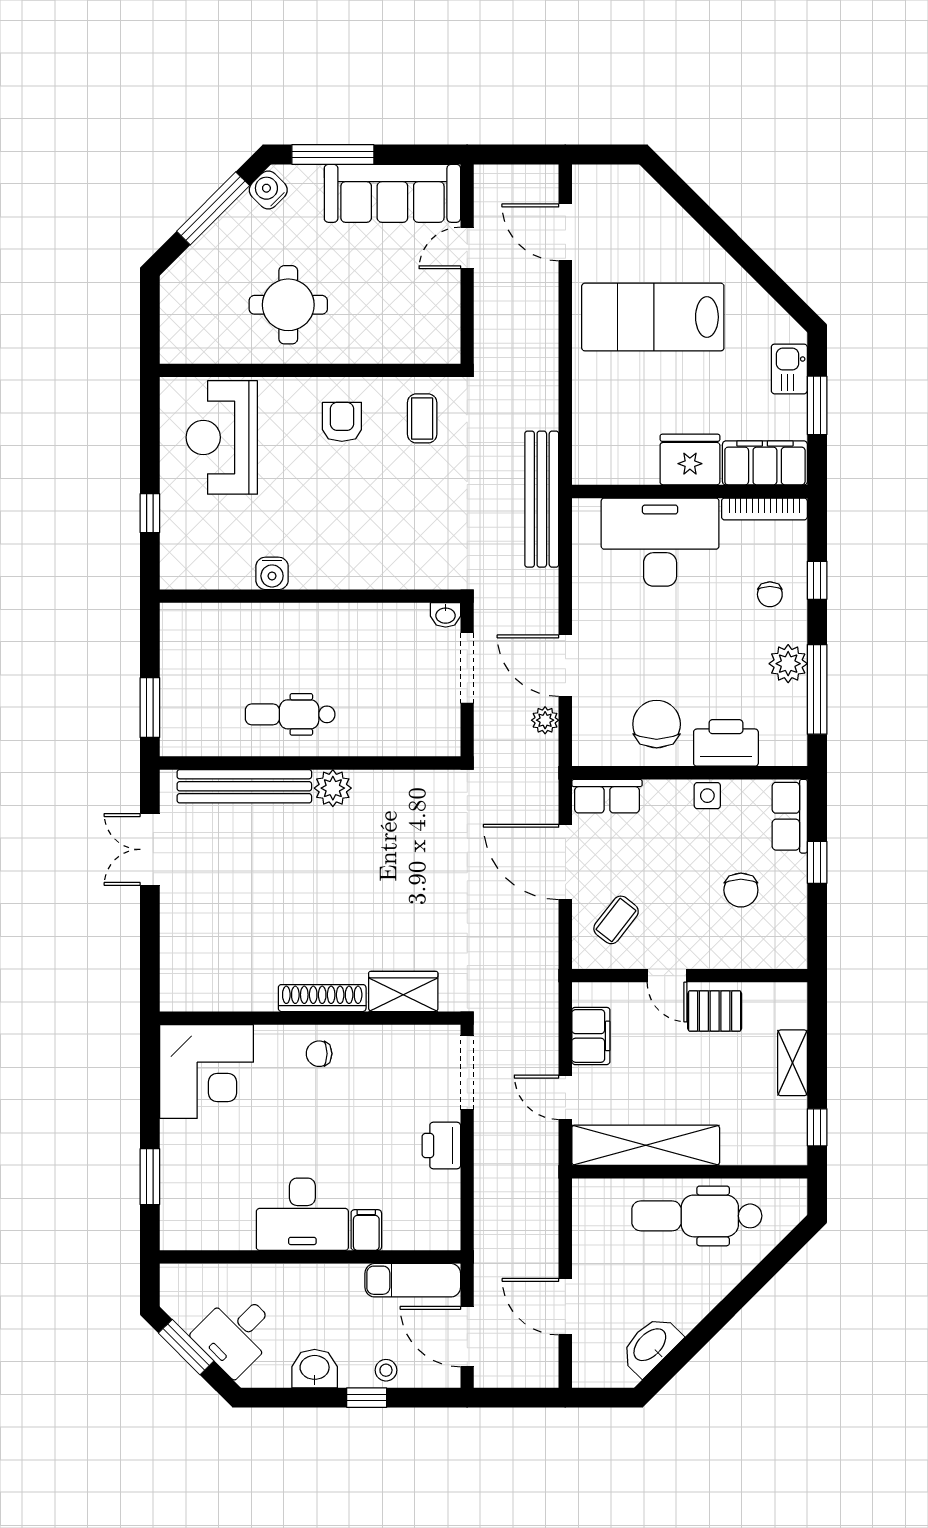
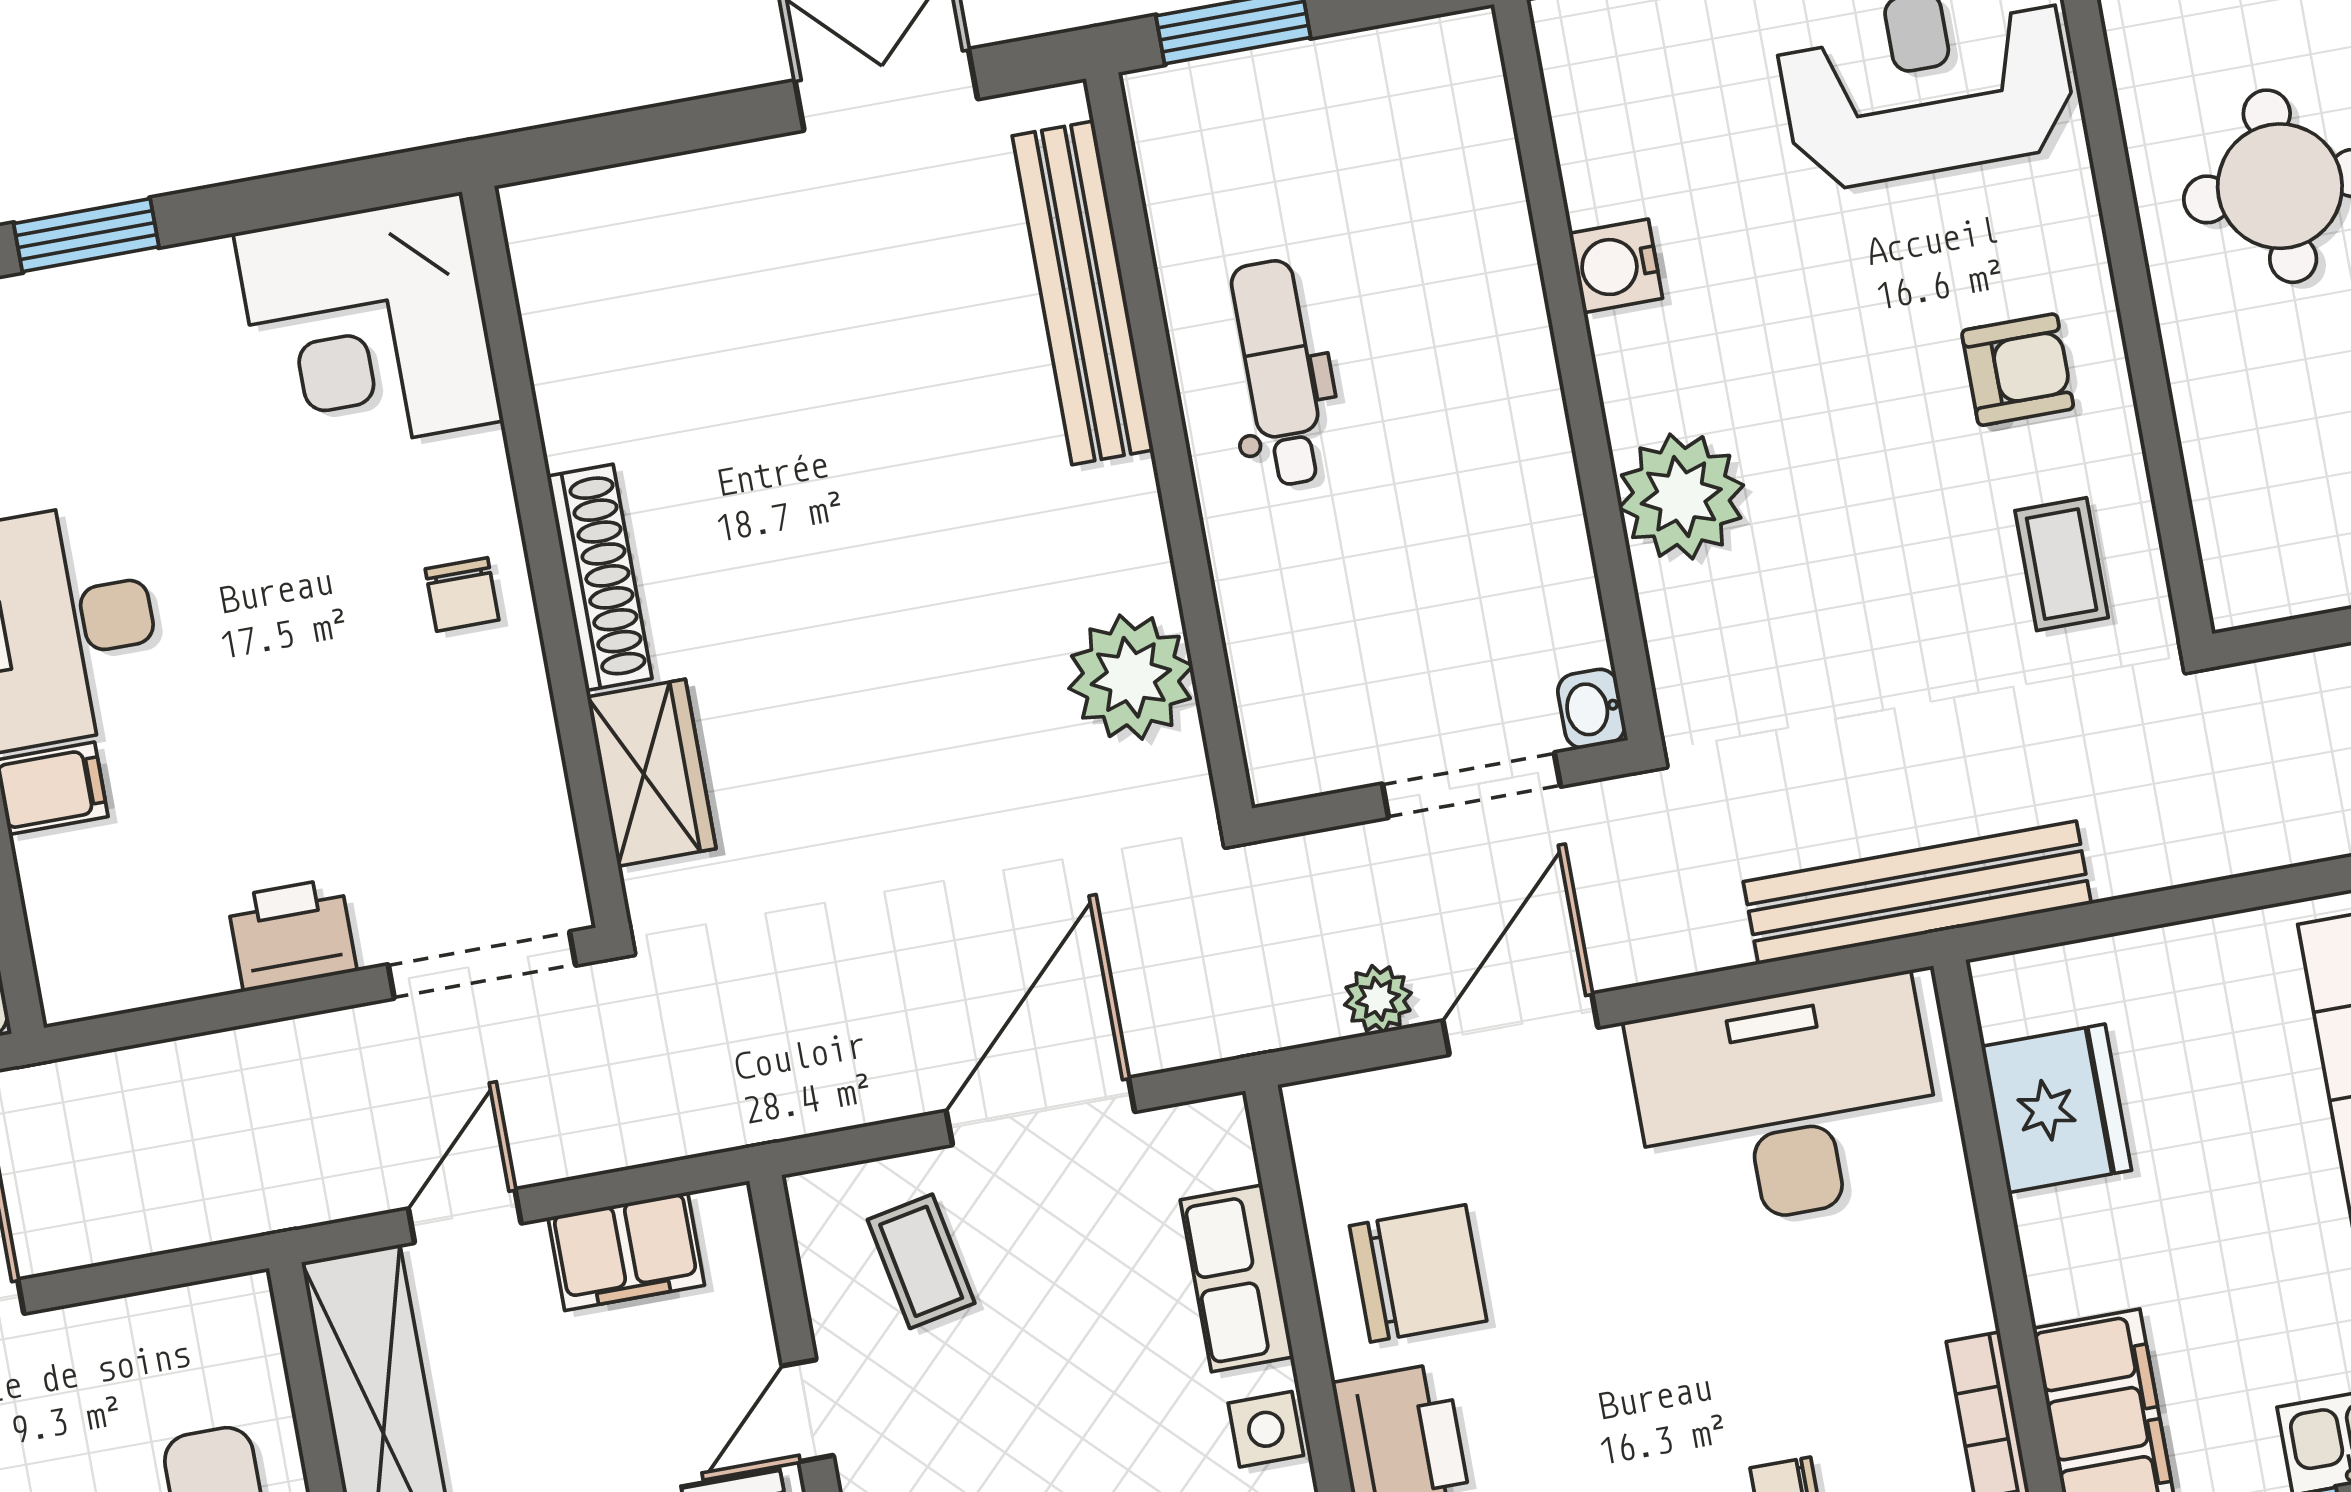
coffee table: (422, 418) -> (2062, 564), turned 90
fridge: (690, 460) -> (2056, 1108), moved
desk: (660, 542) -> (1786, 1104), moved, turned -90
plant: (368, 564) -> (1681, 496), added
plant: (333, 788) -> (1131, 677), moved, width x1.36, depth x1.36
row of seats: (607, 796) -> (1237, 1278), moved
coffee table: (616, 920) -> (921, 1261), turned 41
chair: (319, 1054) -> (462, 594), turned 180

